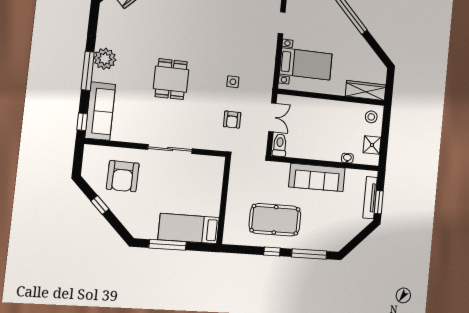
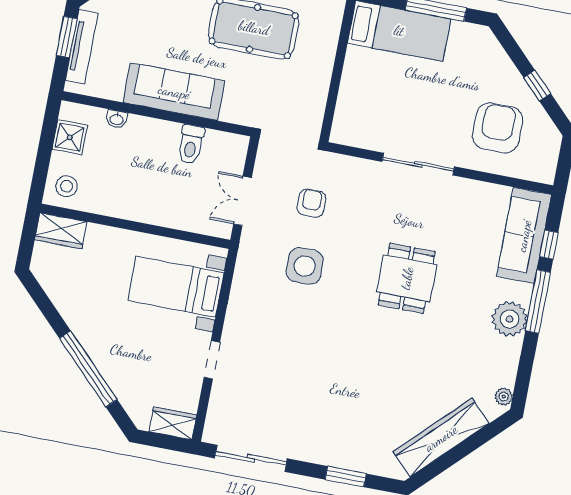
plant: (104, 11) -> (504, 397), added
side table: (233, 82) -> (305, 266), width x1.87, depth x1.87
wardrobe: (366, 90) -> (61, 231), width x0.67
window: (82, 122) -> (549, 245), moved
toilet: (280, 145) -> (191, 144), moved

